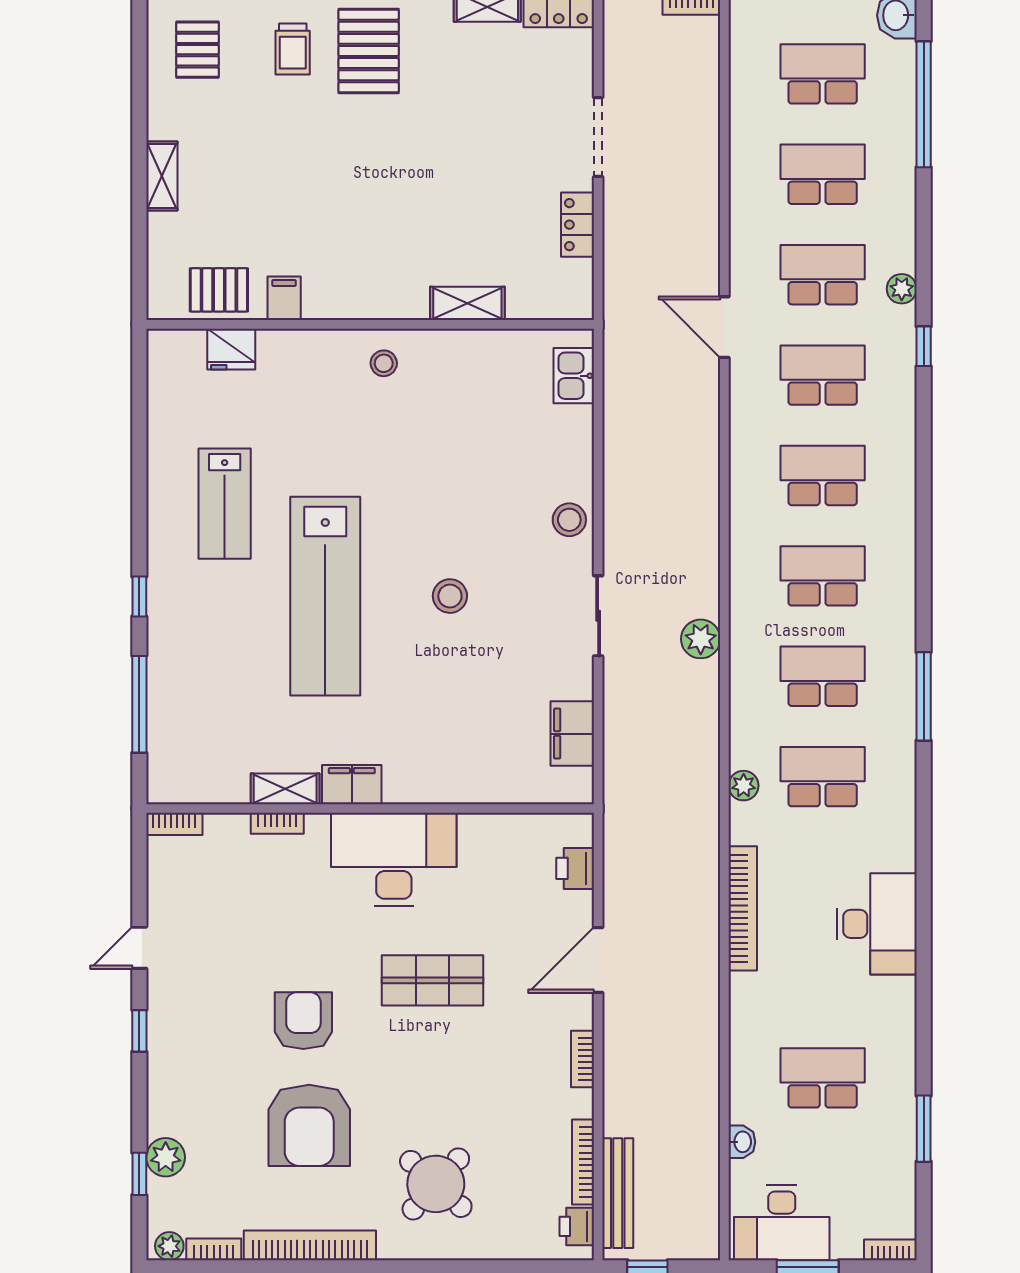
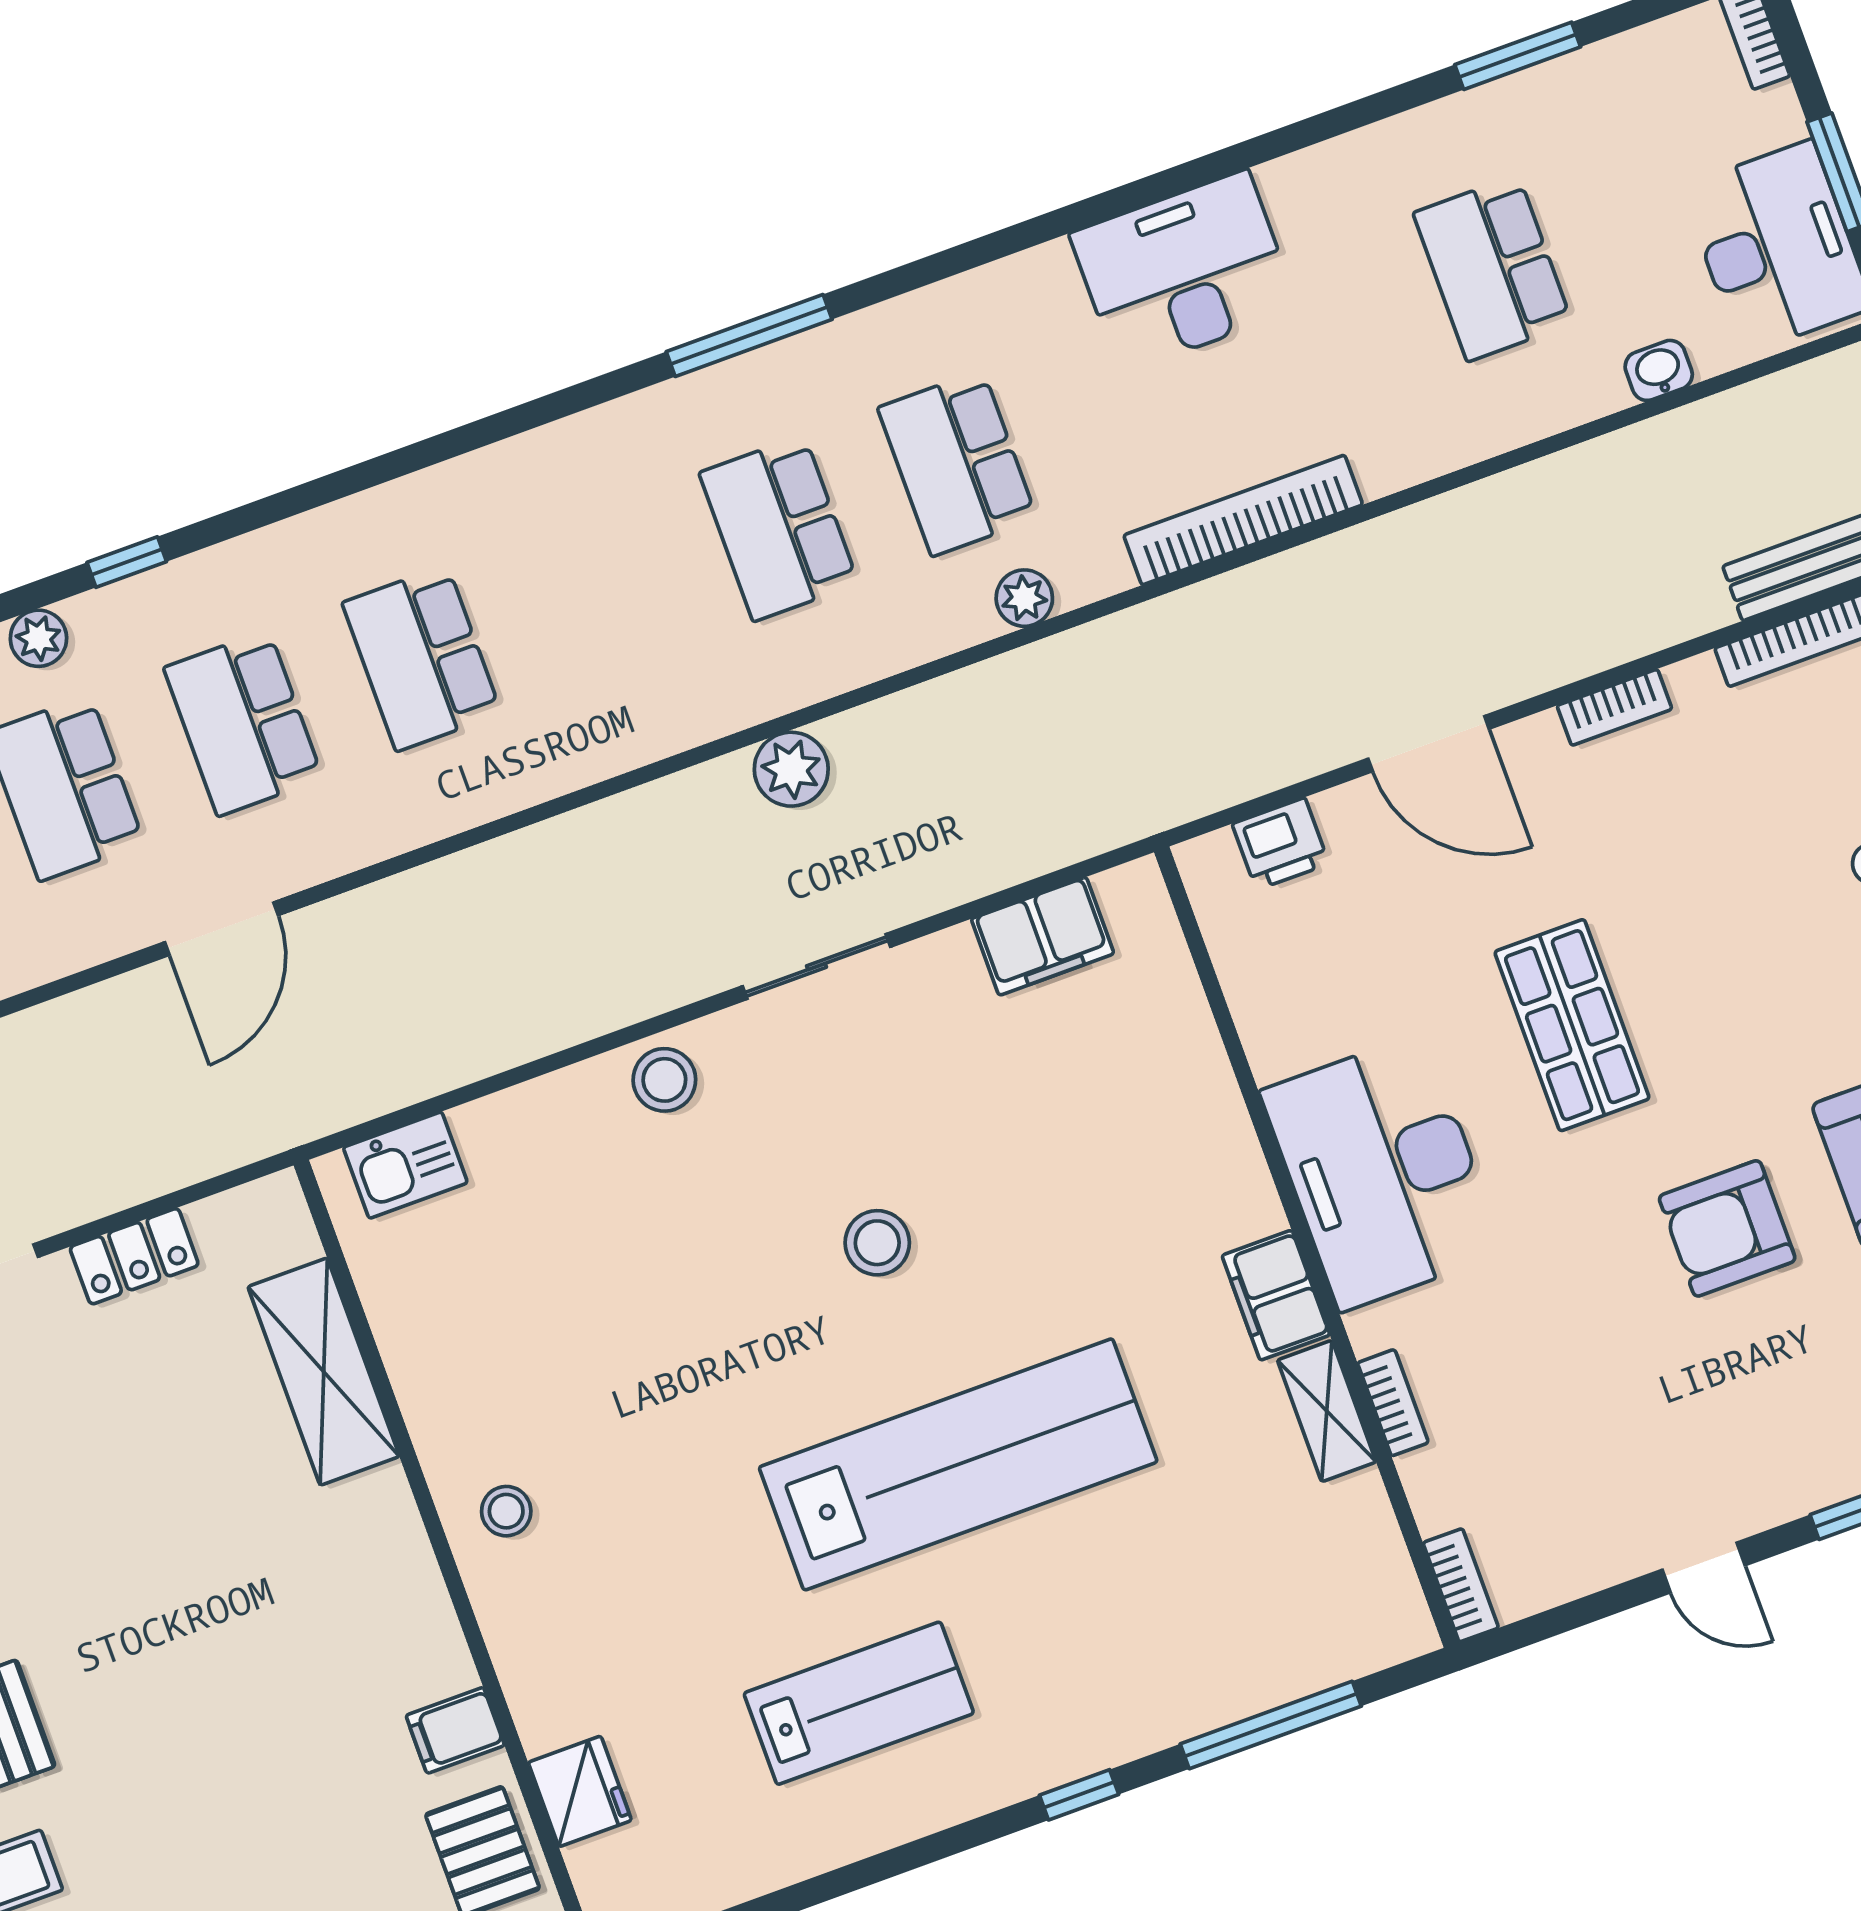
shelving: (467, 303) -> (324, 1372), width x1.50, depth x1.33
school desk: (823, 576) -> (600, 593), removed

